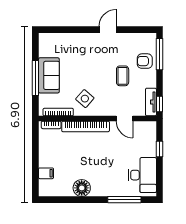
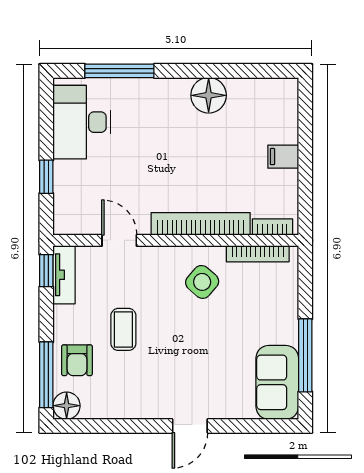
door: (108, 30) -> (190, 426), moved
floor lamp: (150, 39) -> (67, 406), added
armchair: (145, 61) -> (77, 360), turned 90
sofa: (49, 75) -> (277, 382), moved
window: (35, 78) -> (305, 355), moved
filing cabinet: (46, 173) -> (283, 157), moved

